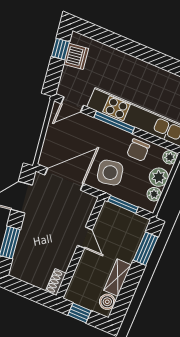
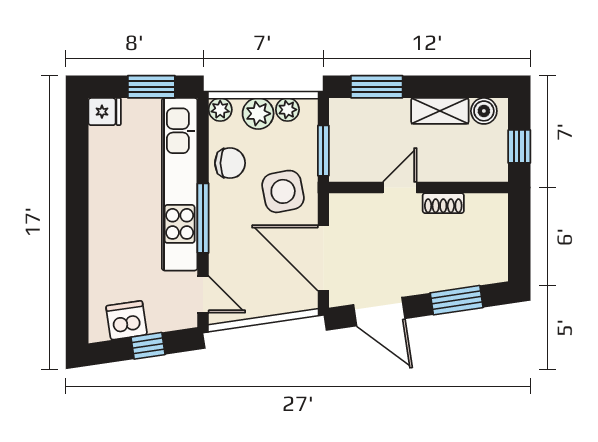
window: (60, 49) -> (148, 346), moved
shoe rack: (56, 282) -> (443, 203), moved

